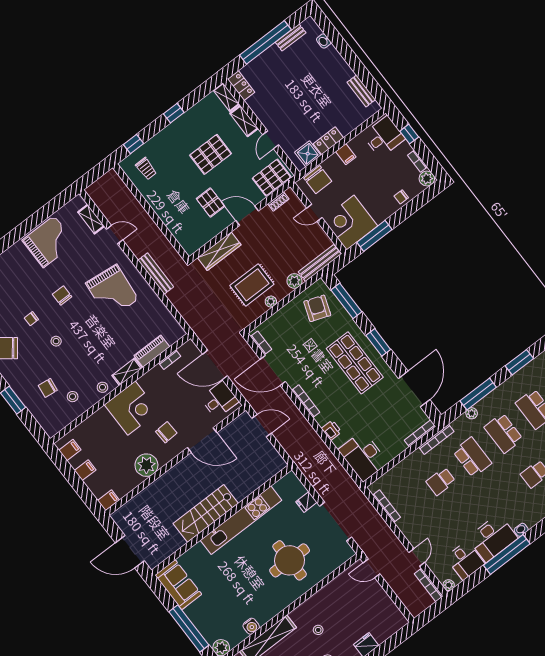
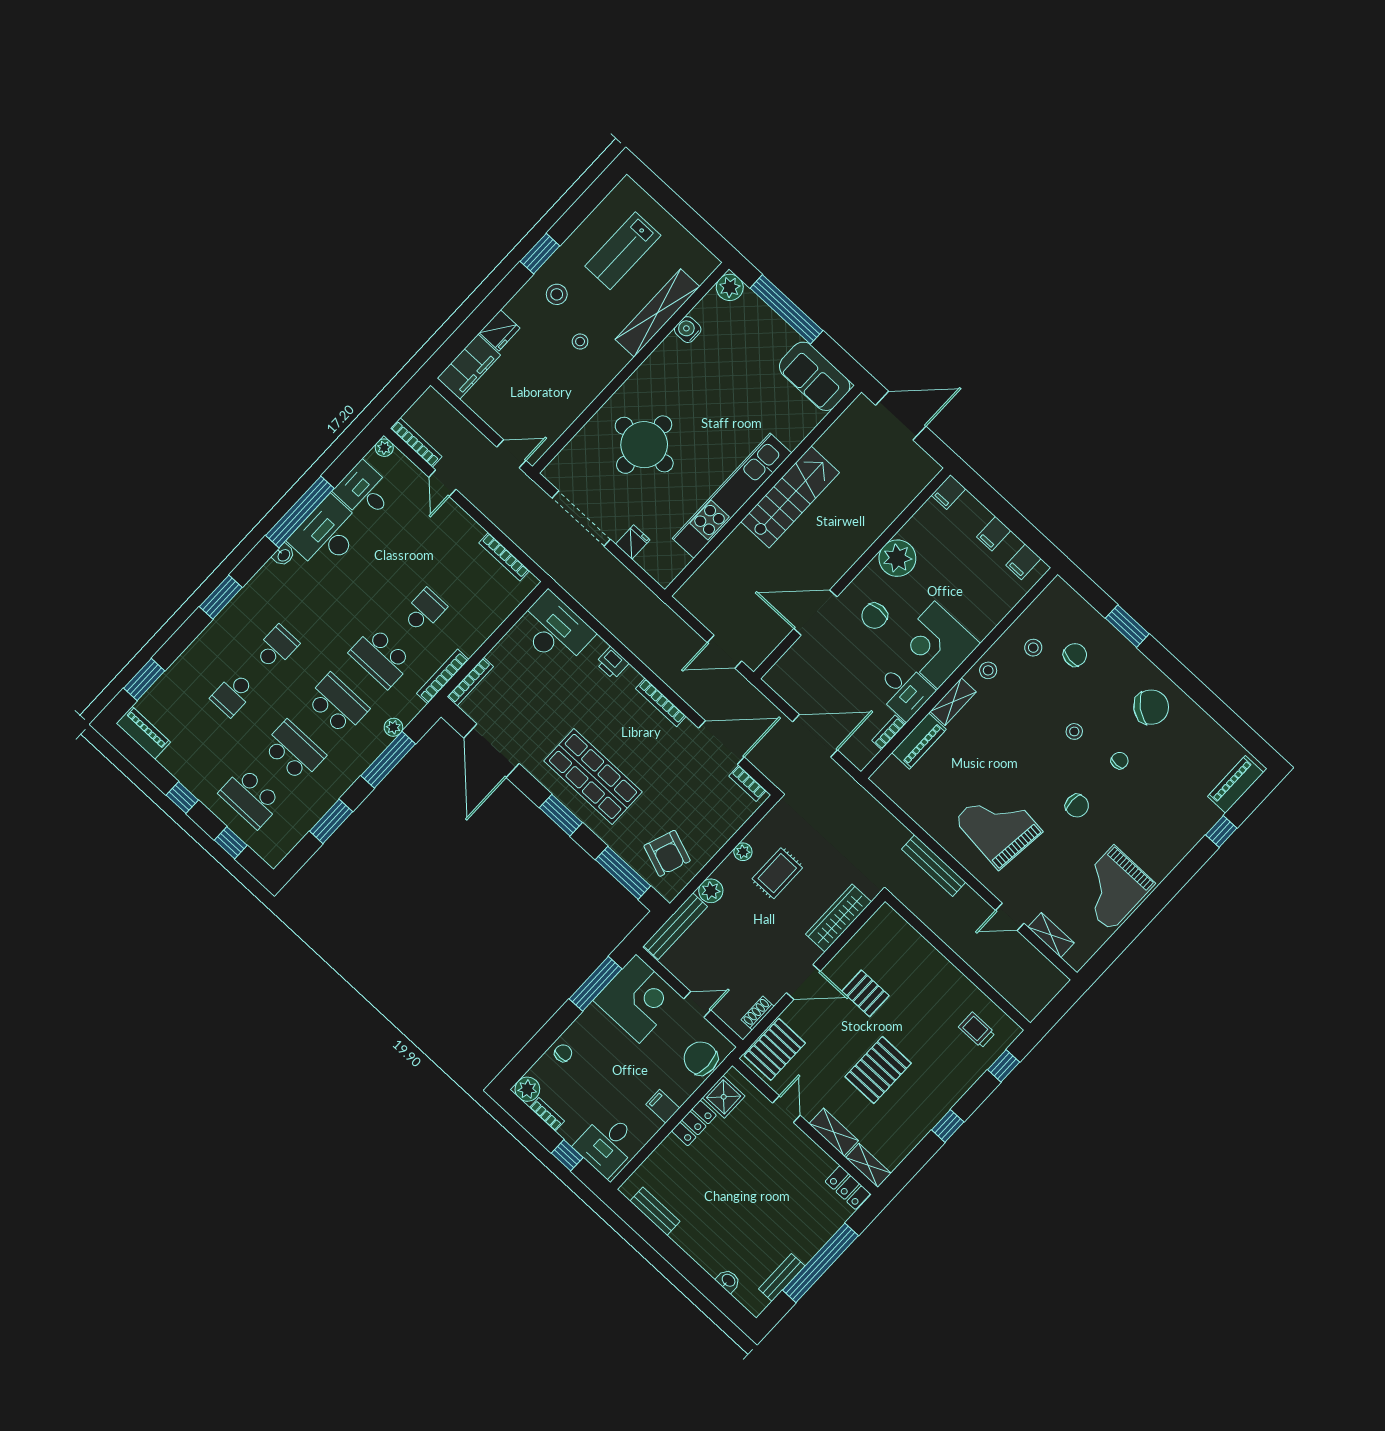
rug: (252, 285) -> (777, 873), width x0.73, depth x0.70
desk: (219, 400) -> (904, 691), moved, turned -90
filing cabinet: (389, 626) -> (469, 367), added

